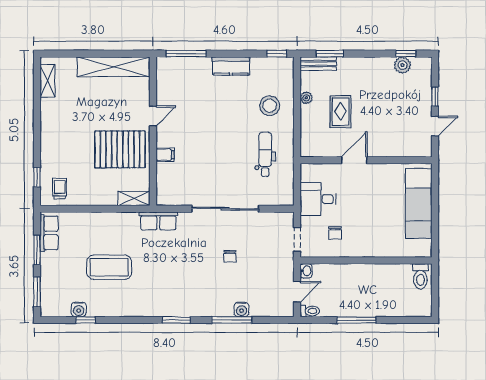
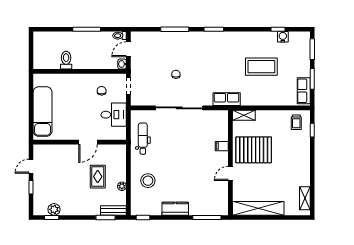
dental chair: (265, 154) -> (143, 139), moved, turned 180
toilet: (420, 276) -> (66, 60), moved
water cooler: (242, 309) -> (168, 37), removed

